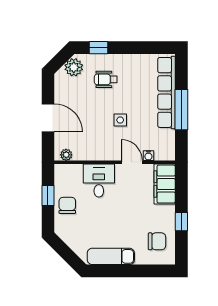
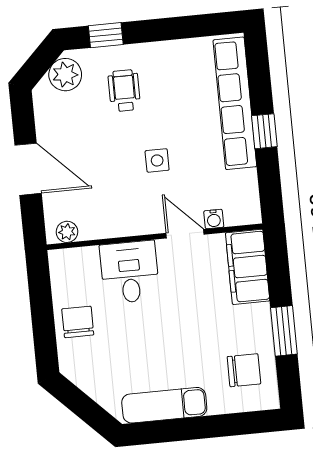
wheelchair: (106, 79) -> (124, 91), turned 90
window: (181, 110) -> (264, 131), width x0.46
window: (48, 196) -> (42, 308), removed
window: (181, 222) -> (284, 331), width x1.50

